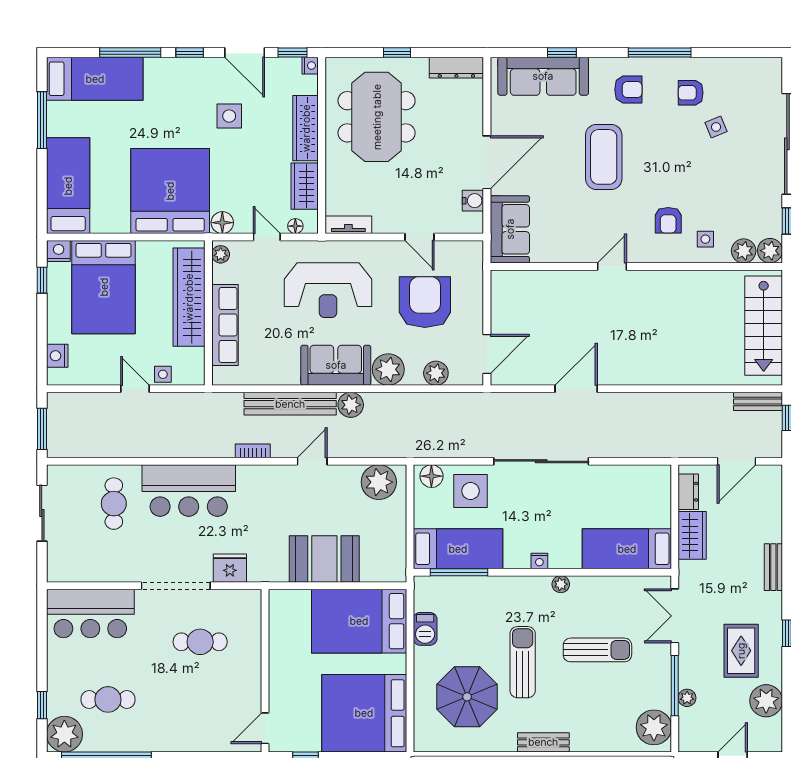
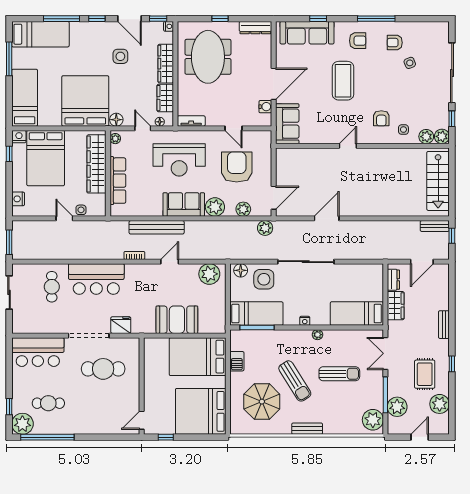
plant: (351, 405) -> (265, 228), moved
cafe table: (200, 642) -> (103, 369), width x1.37, depth x1.35
sun lounger: (523, 662) -> (295, 381), turned 148
plant: (687, 698) -> (397, 407), width x1.87, depth x1.87

